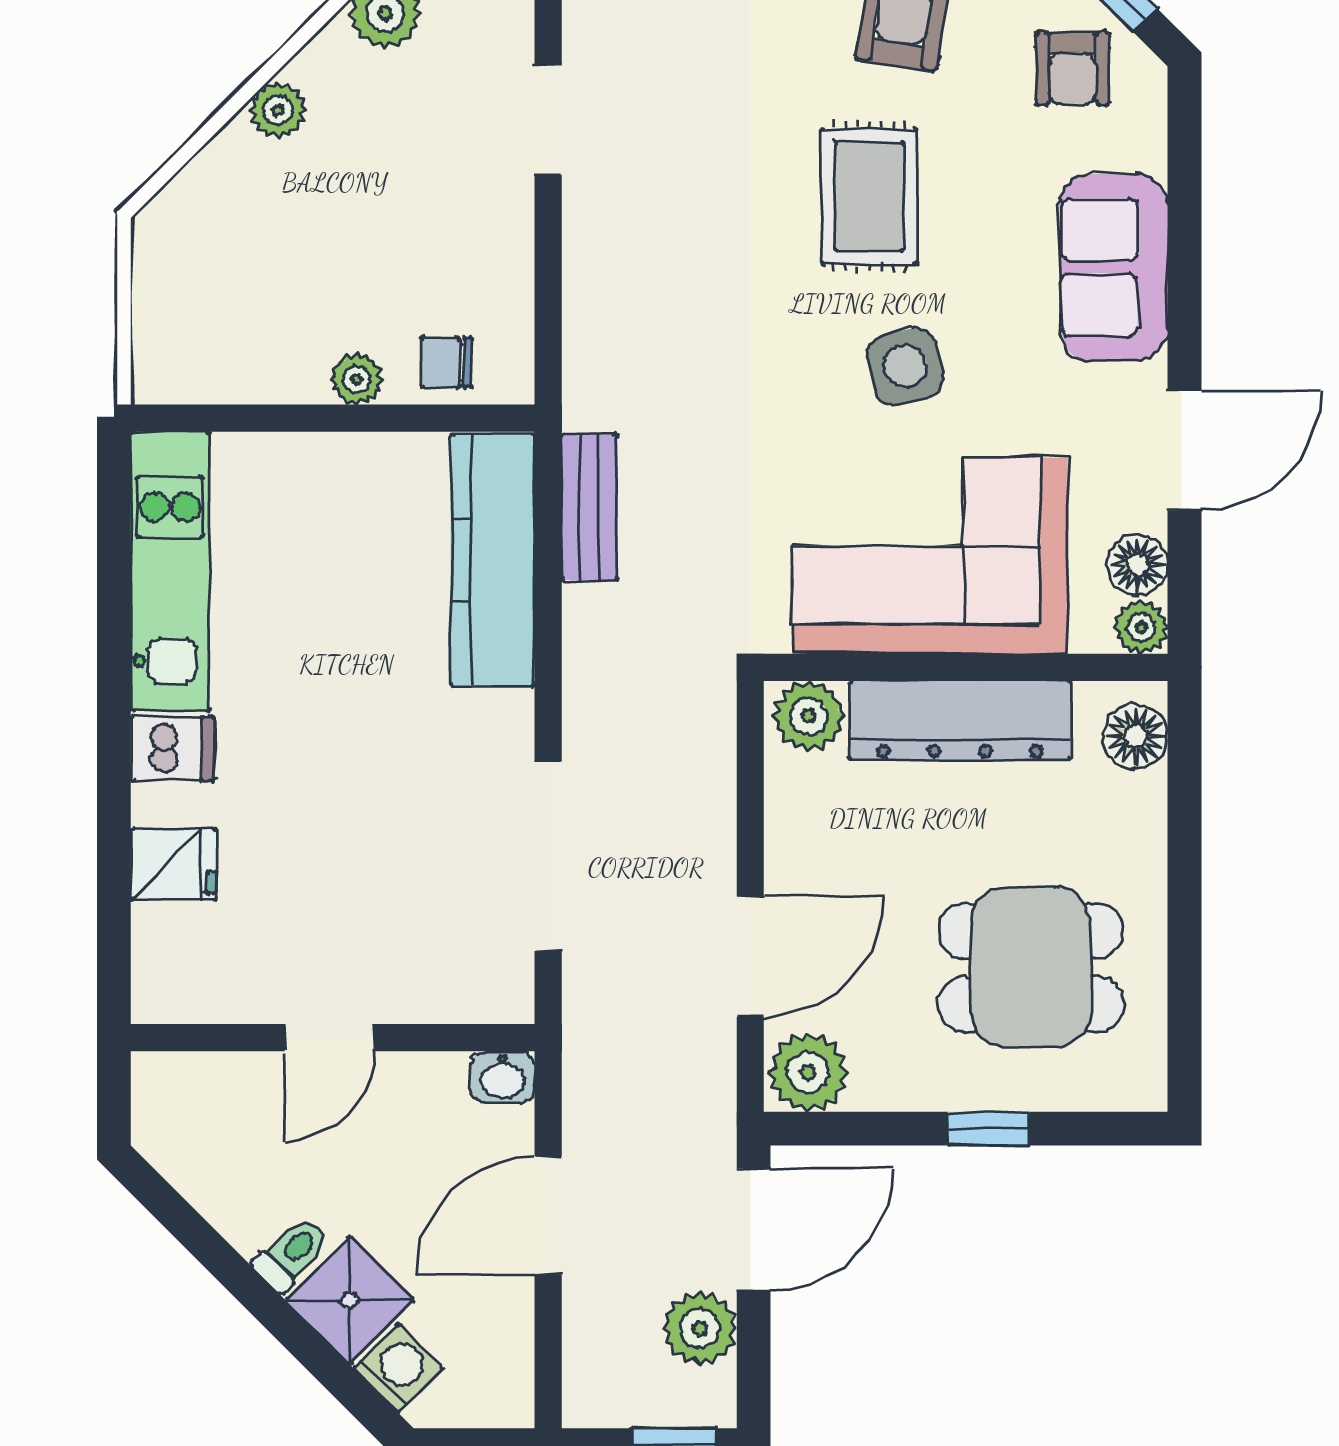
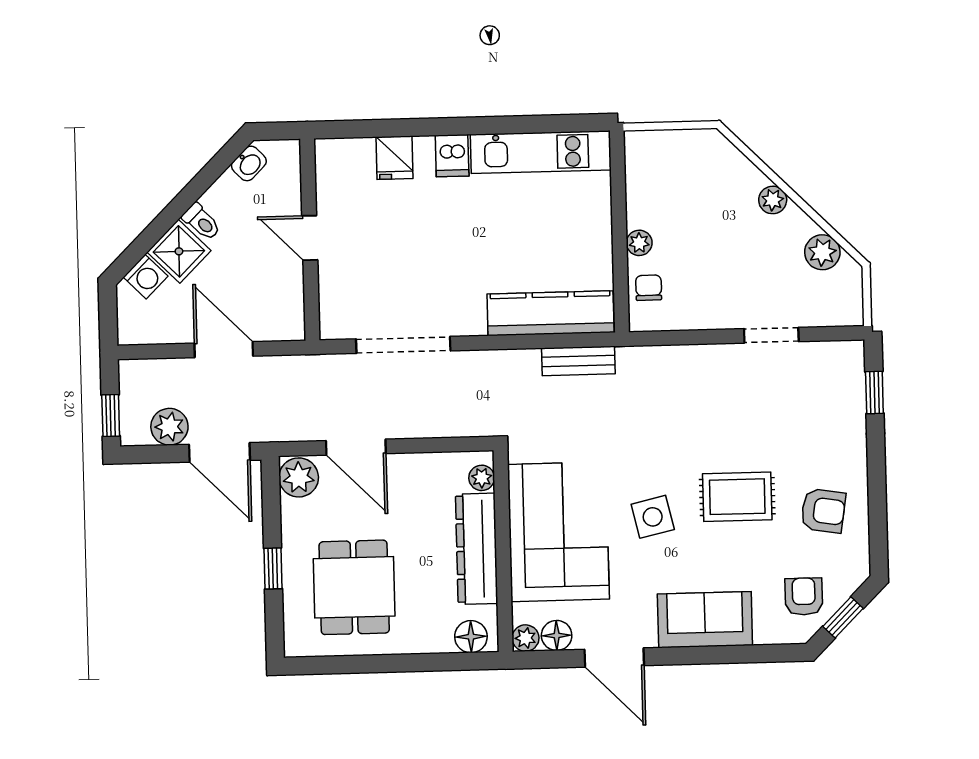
armchair: (1072, 69) -> (804, 596), turned 90
plant: (809, 716) -> (482, 478), width x0.73, depth x0.73
washbasin: (503, 1077) -> (249, 163), moved, turned -135

